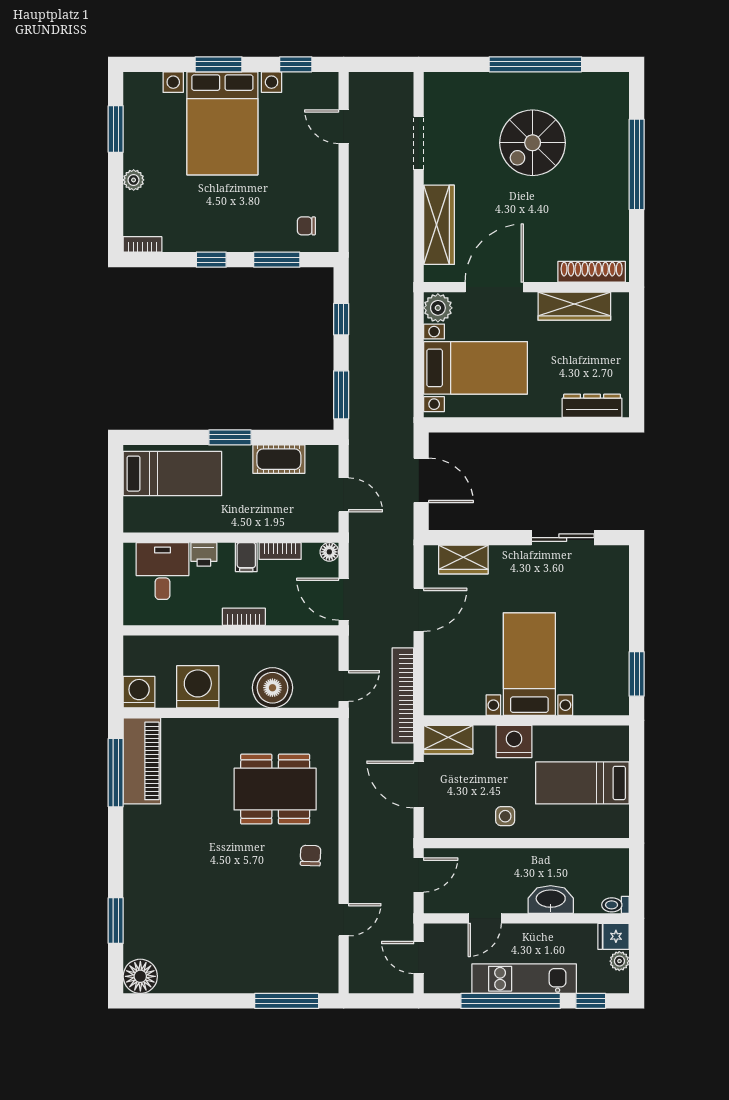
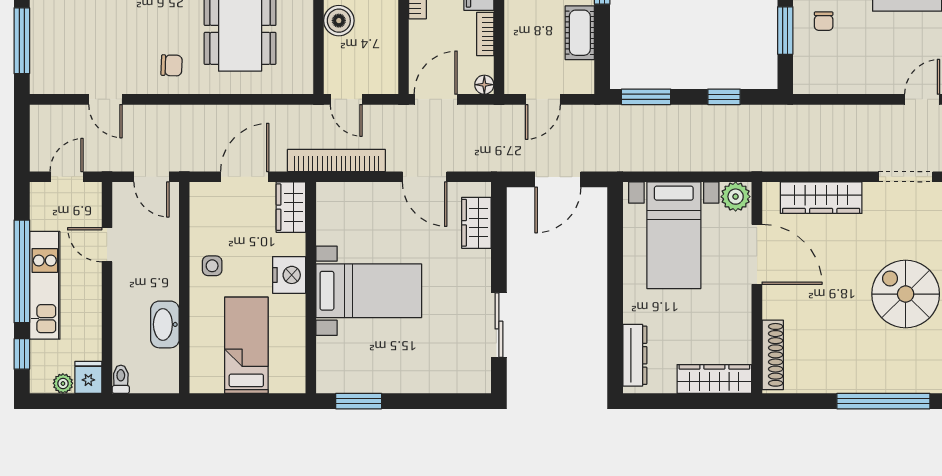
chair: (306, 226) -> (824, 21), moved, turned 180
wardrobe: (574, 306) -> (714, 379), moved, turned 90
boiler: (272, 688) -> (339, 21), width x0.73, depth x0.73
washbasin: (551, 899) -> (165, 324), moved, turned 180

